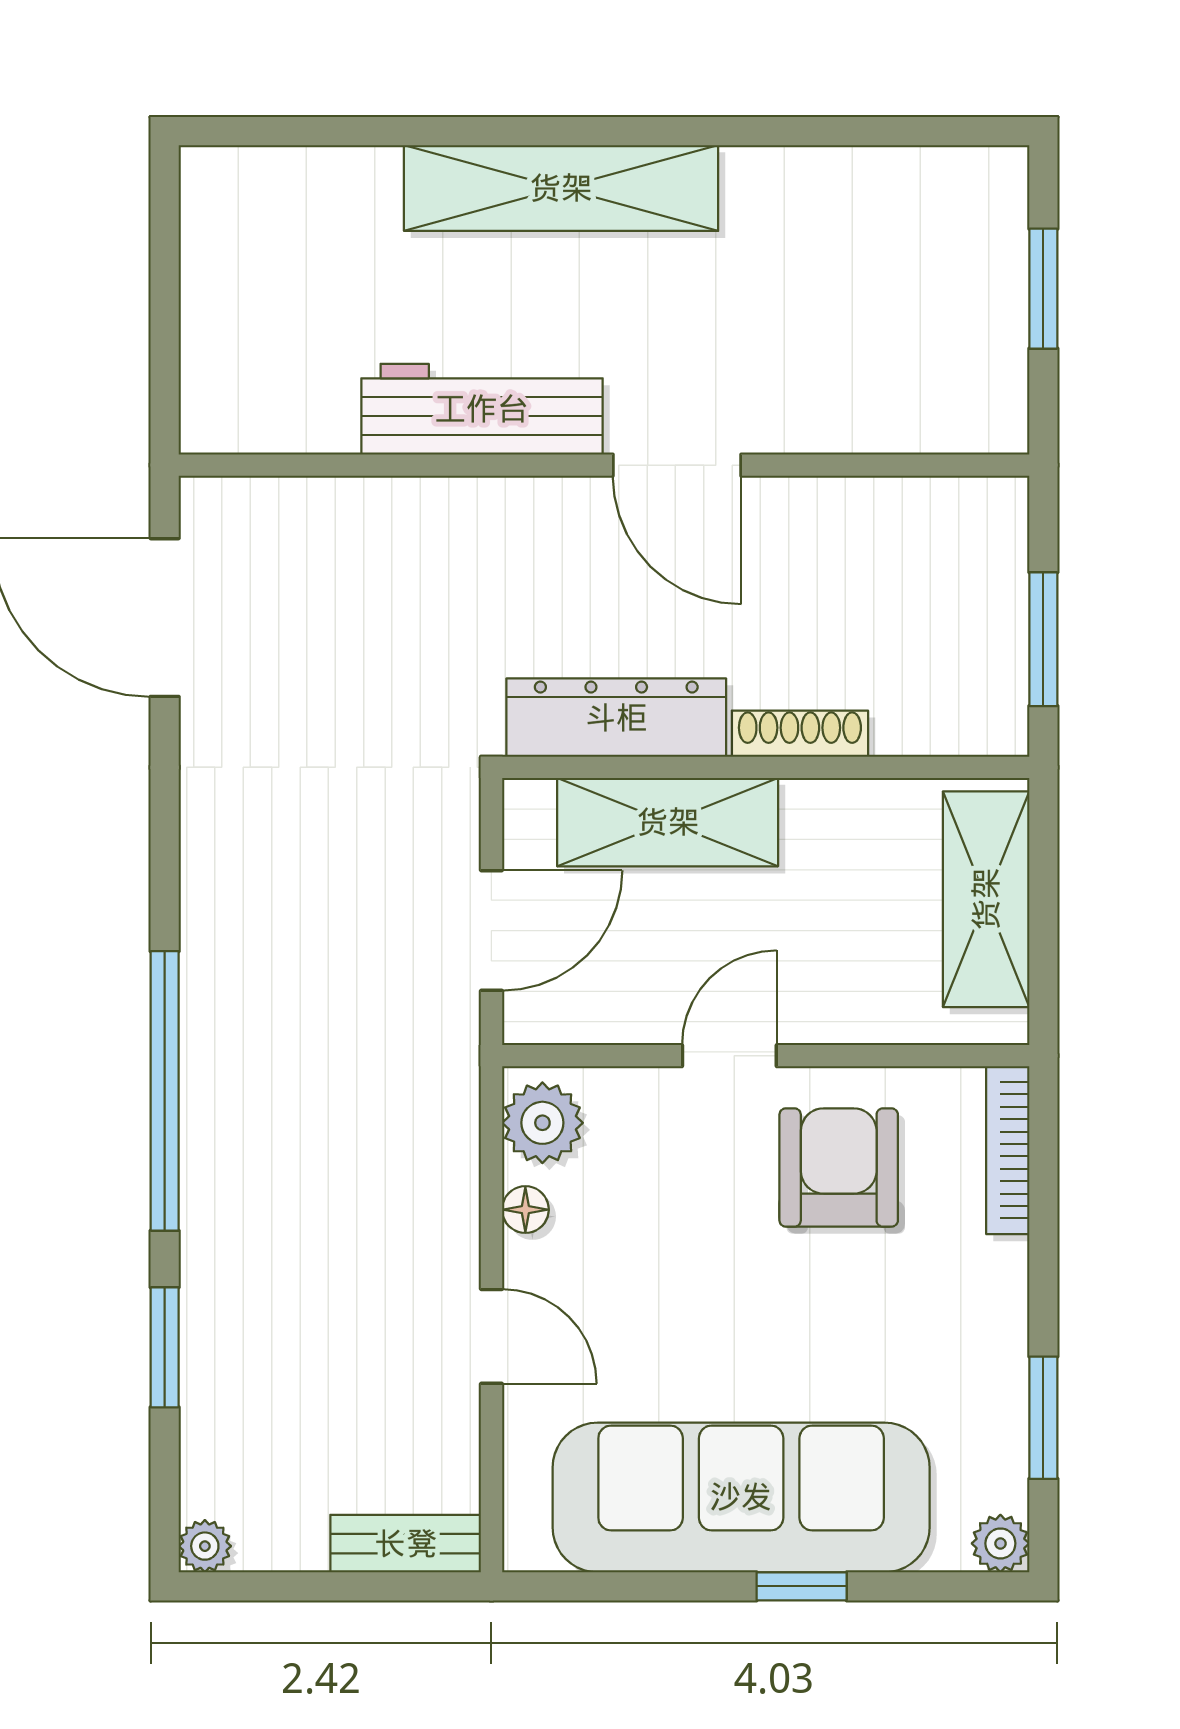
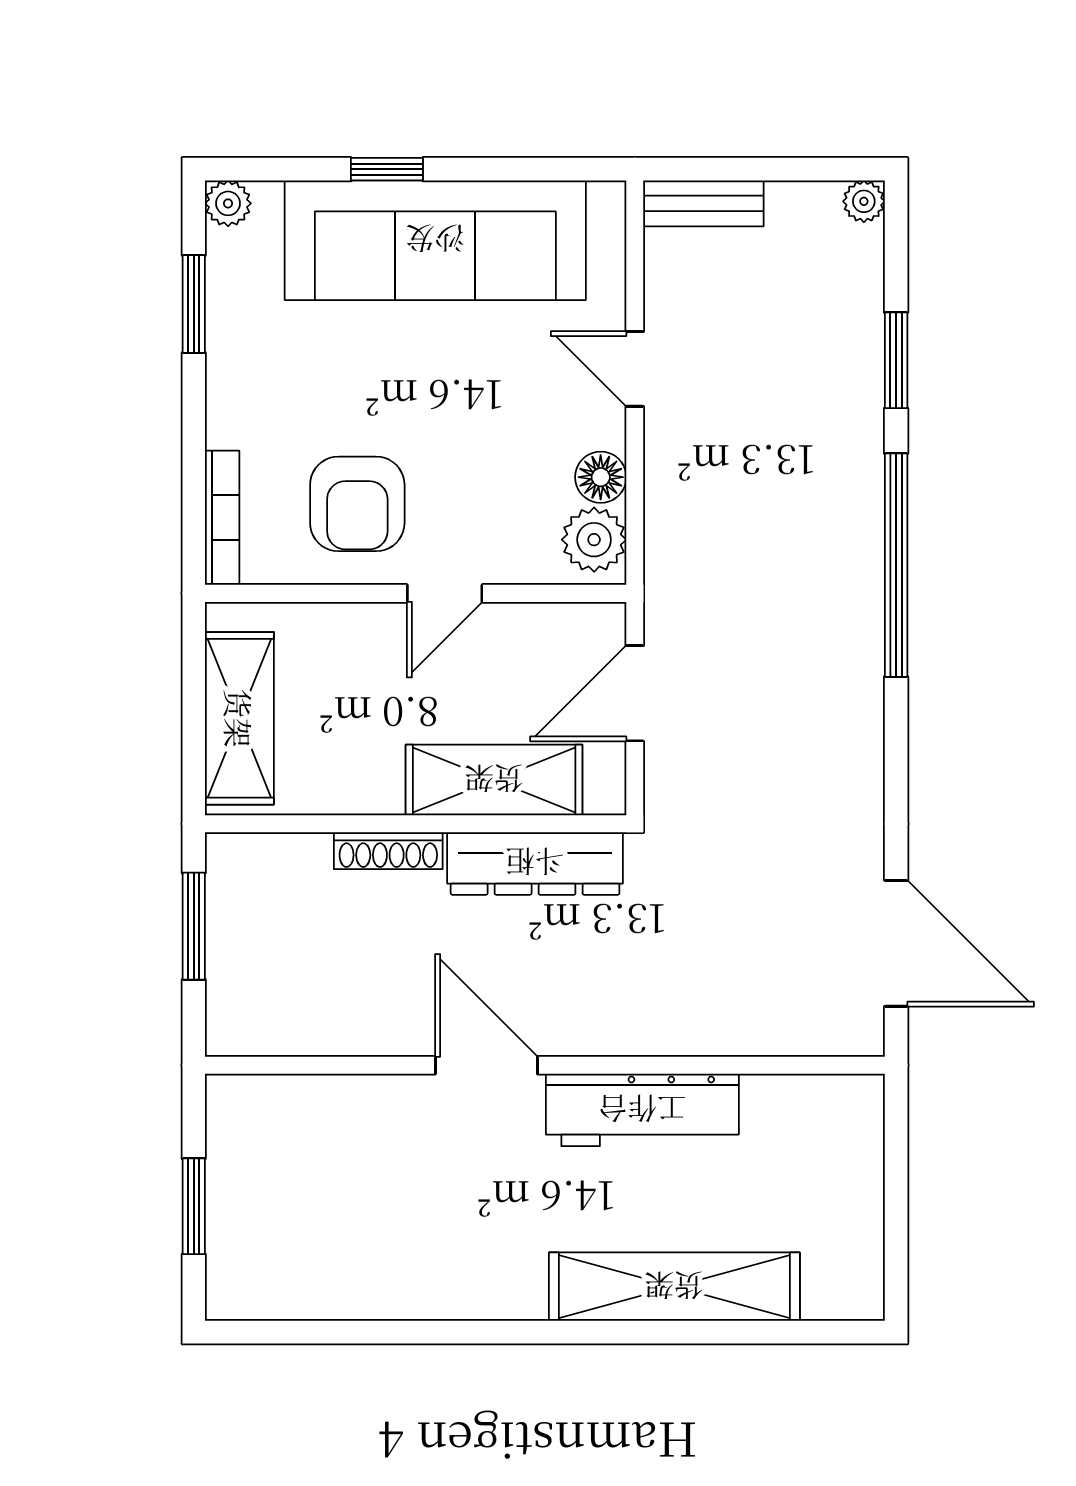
shelving: (561, 188) -> (674, 1287), moved
floor lamp: (525, 1210) -> (601, 477), width x1.37, depth x1.37

